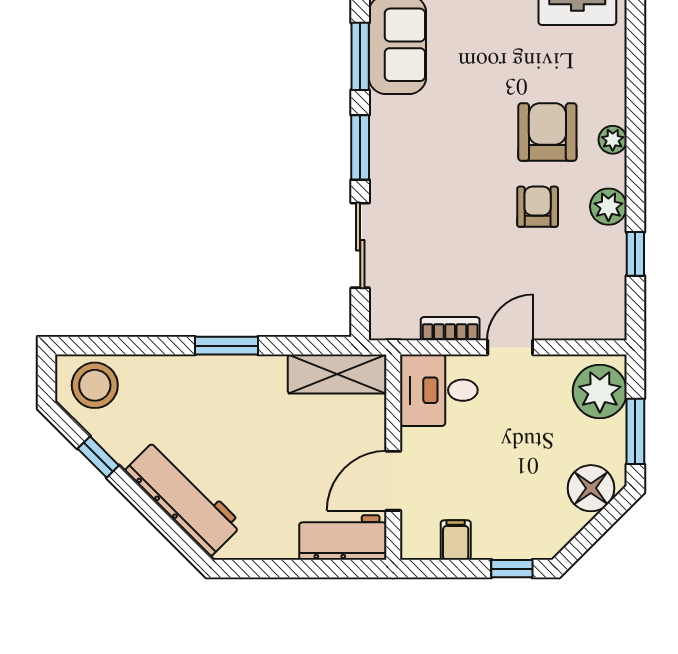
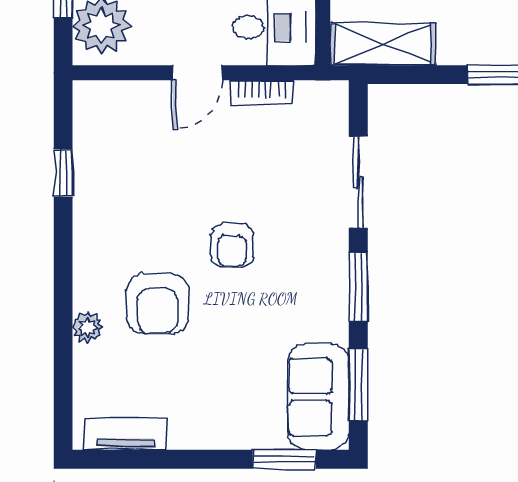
plant: (613, 140) -> (88, 327), moved
armchair: (538, 207) -> (232, 245), moved
plant: (608, 207) -> (92, 224), removed

